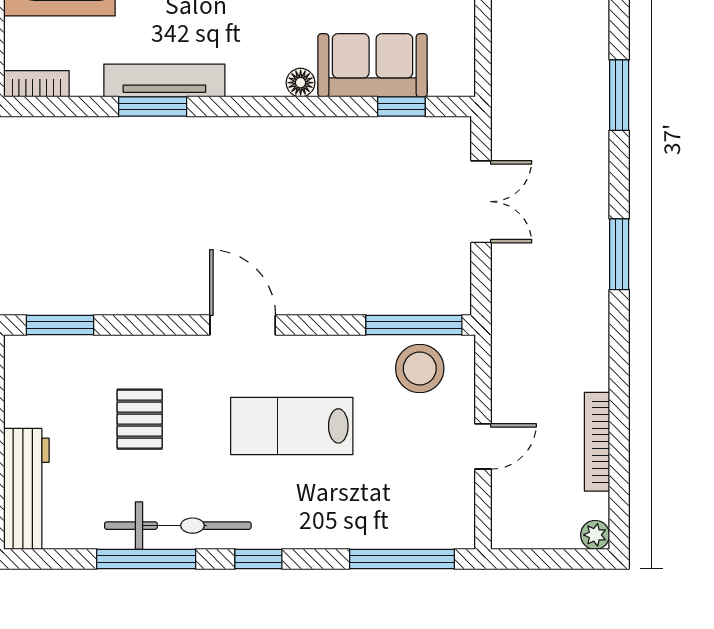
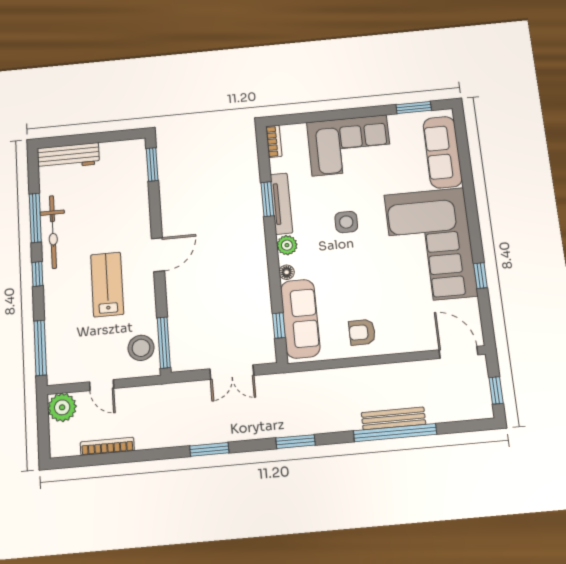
sofa: (373, 65) -> (300, 319), width x1.36
plant: (248, 77) -> (287, 245), added
pallet: (140, 419) -> (107, 208), removed
plant: (595, 535) -> (62, 407), moved, width x1.88, depth x1.88

